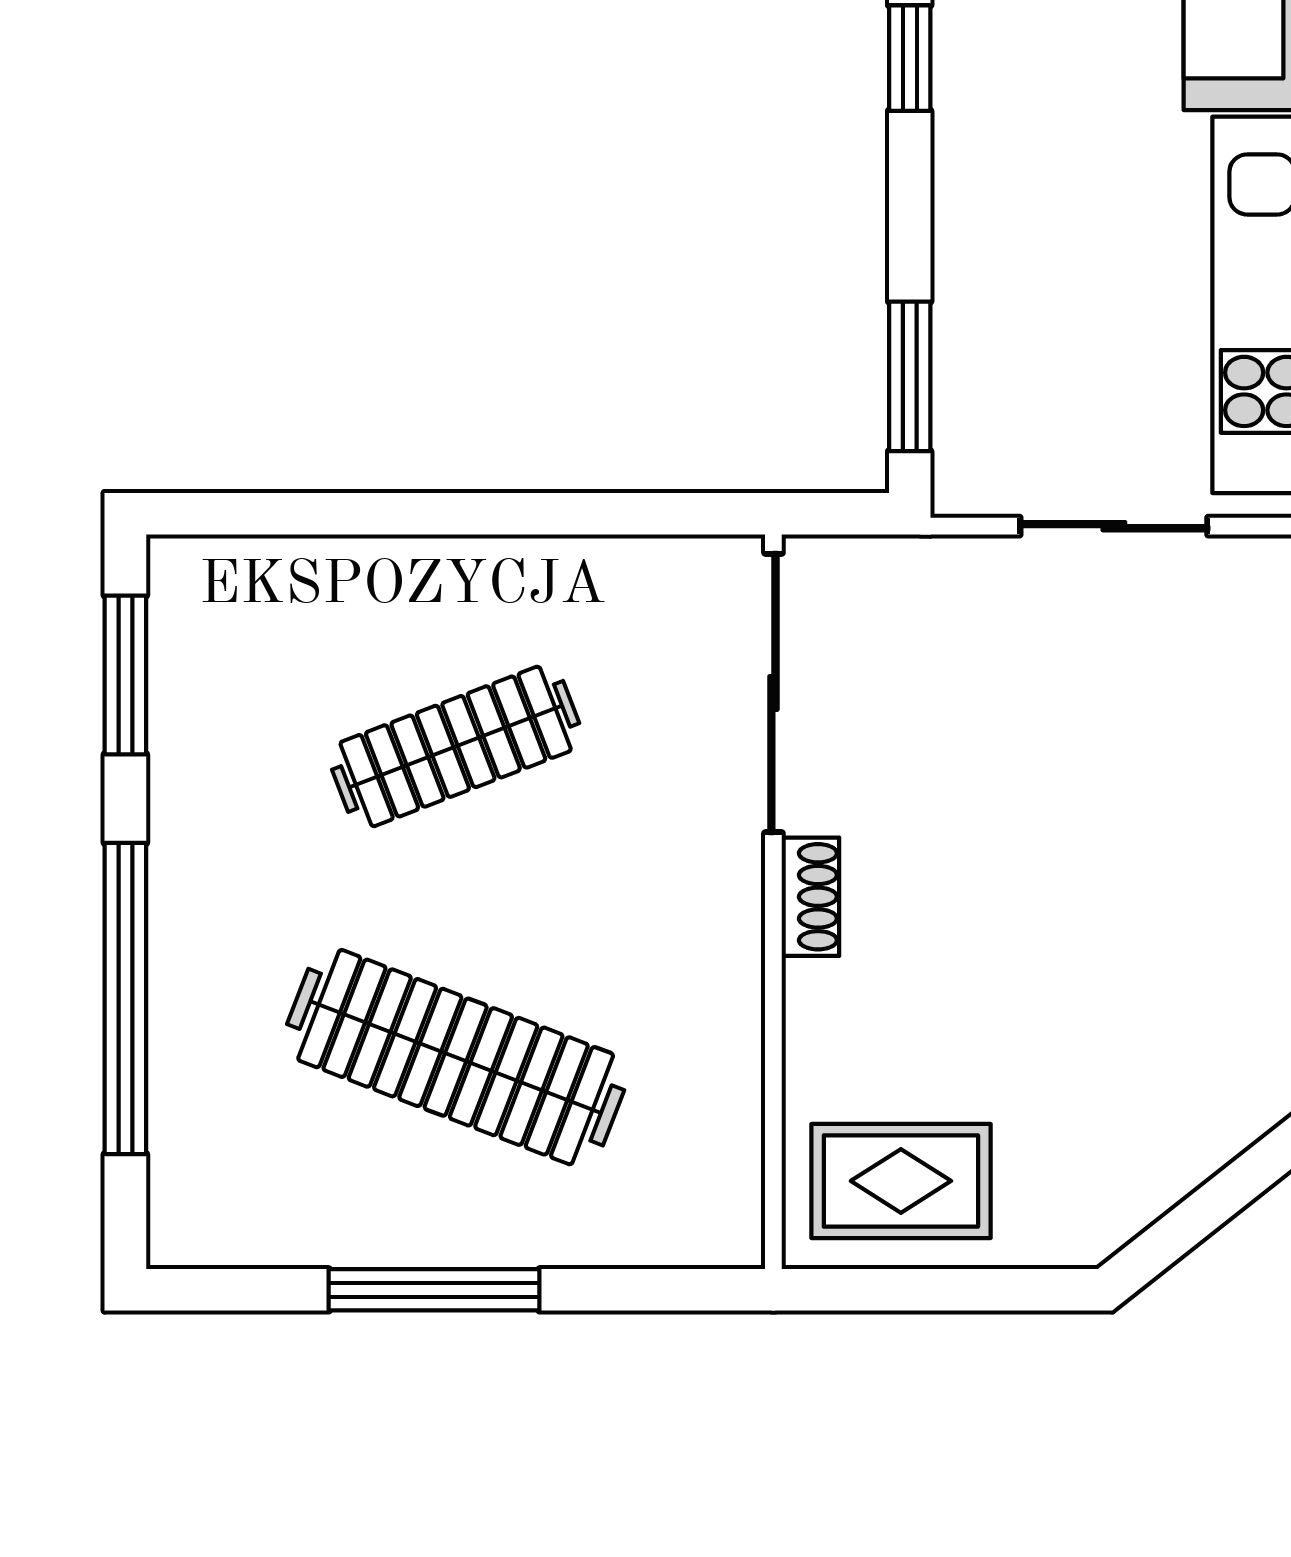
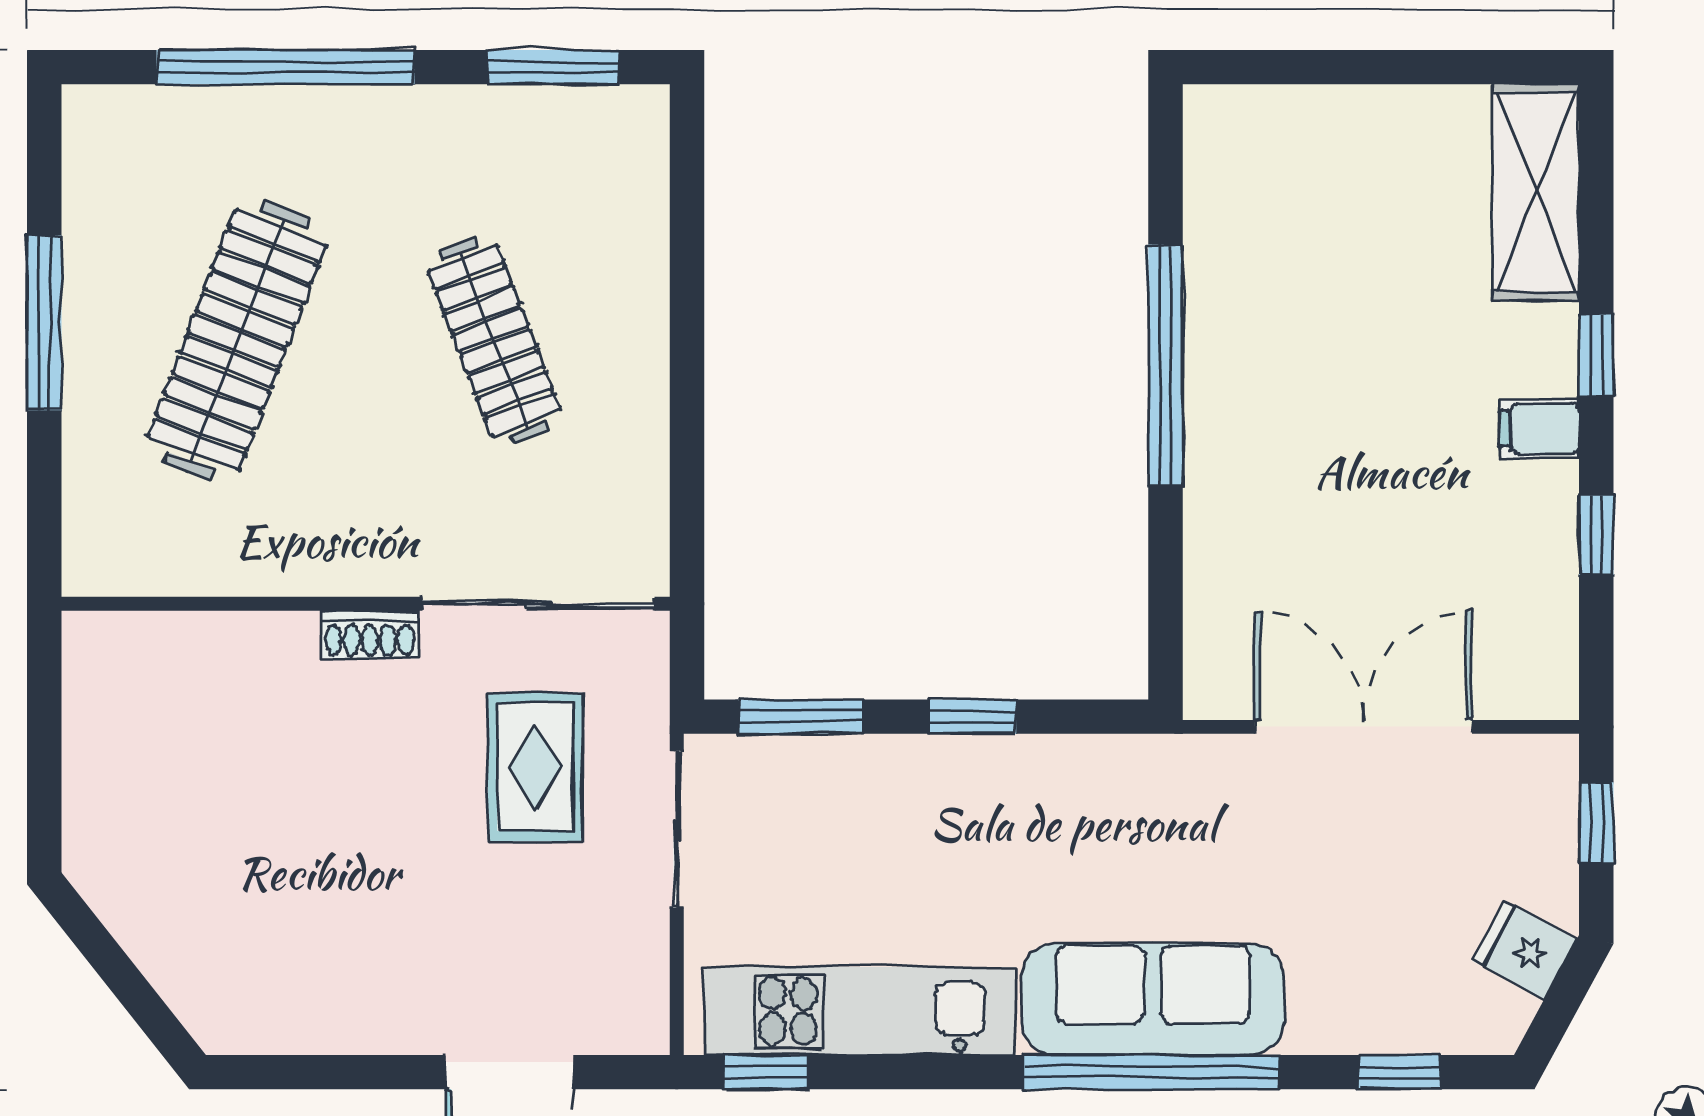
window: (910, 58) -> (972, 717), moved
sliding door: (1114, 526) -> (677, 829), moved
rug: (901, 1181) -> (535, 767), moved

